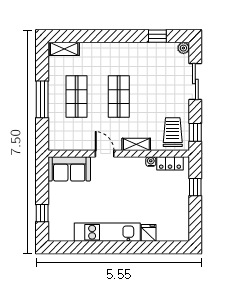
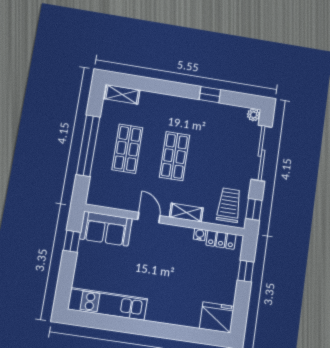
window: (157, 36) -> (210, 95), moved
sliding door: (195, 81) -> (262, 153), width x1.37
window: (42, 99) -> (88, 146), width x1.46
window: (42, 213) -> (72, 241), moved
kitchen unit: (107, 232) -> (108, 304), moved
fridge: (149, 233) -> (217, 317), moved, width x1.88, depth x1.34

